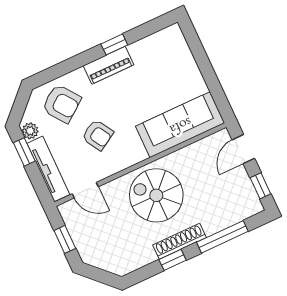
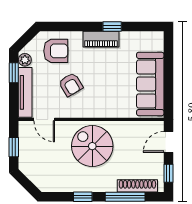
armchair: (62, 104) -> (56, 51), turned -53
sofa: (180, 125) -> (150, 84), moved, turned -90
shoe rack: (180, 241) -> (137, 186), moved

